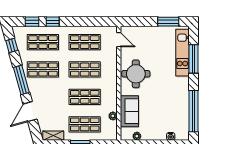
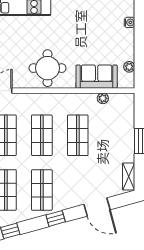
window: (21, 80) -> (56, 218), width x0.46
shop shelf: (85, 124) -> (114, 135), removed

